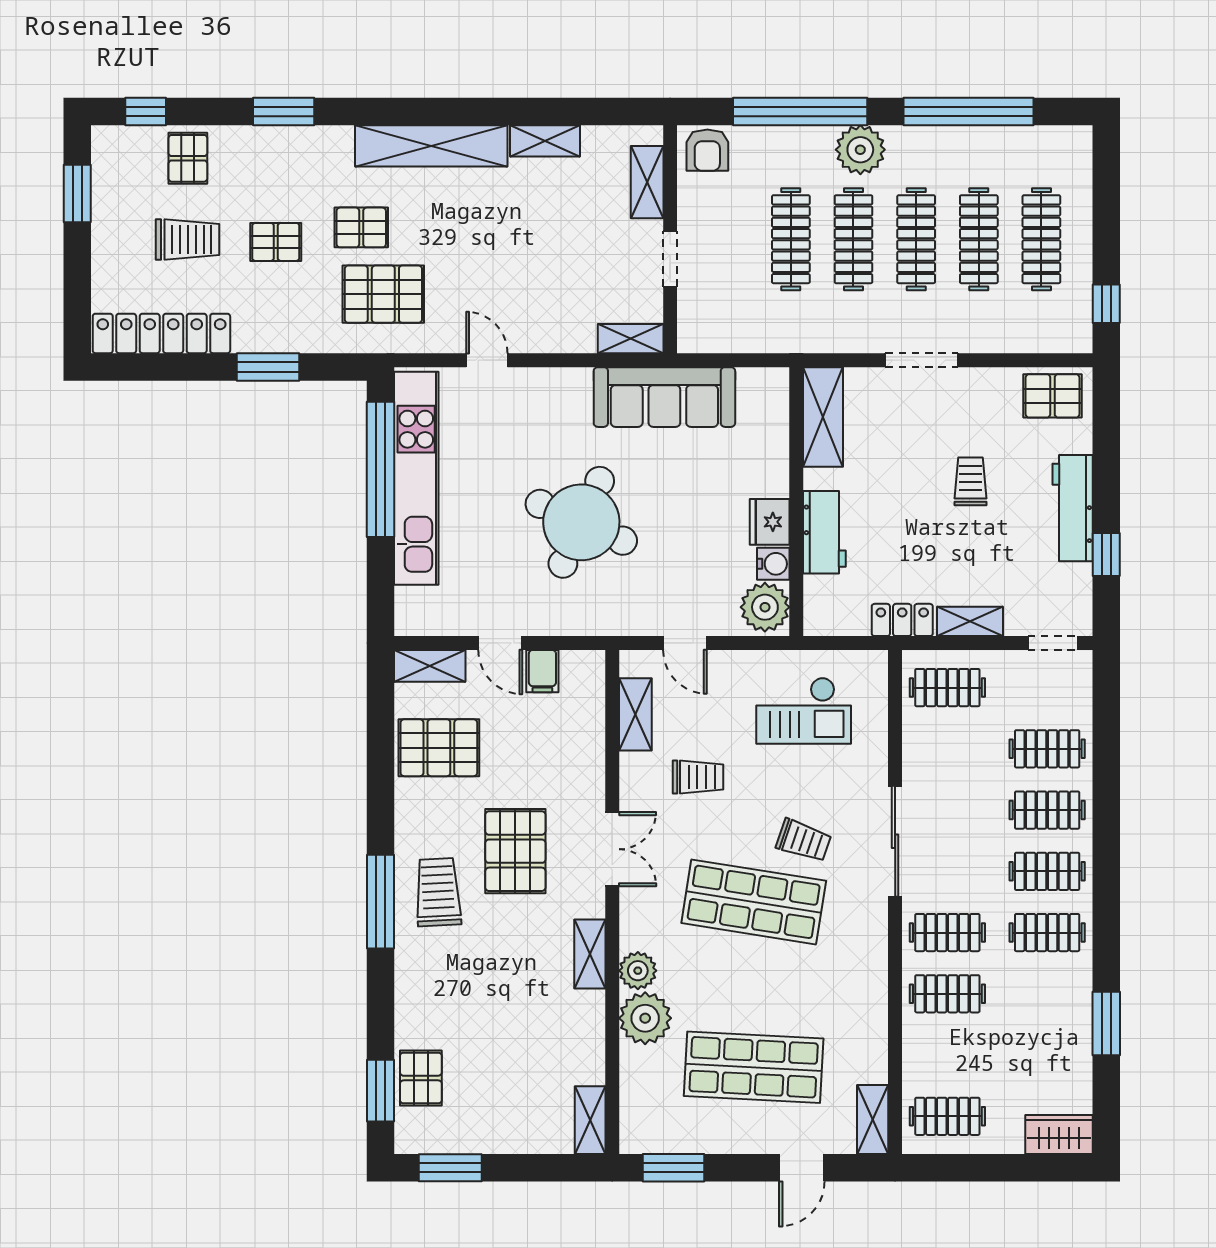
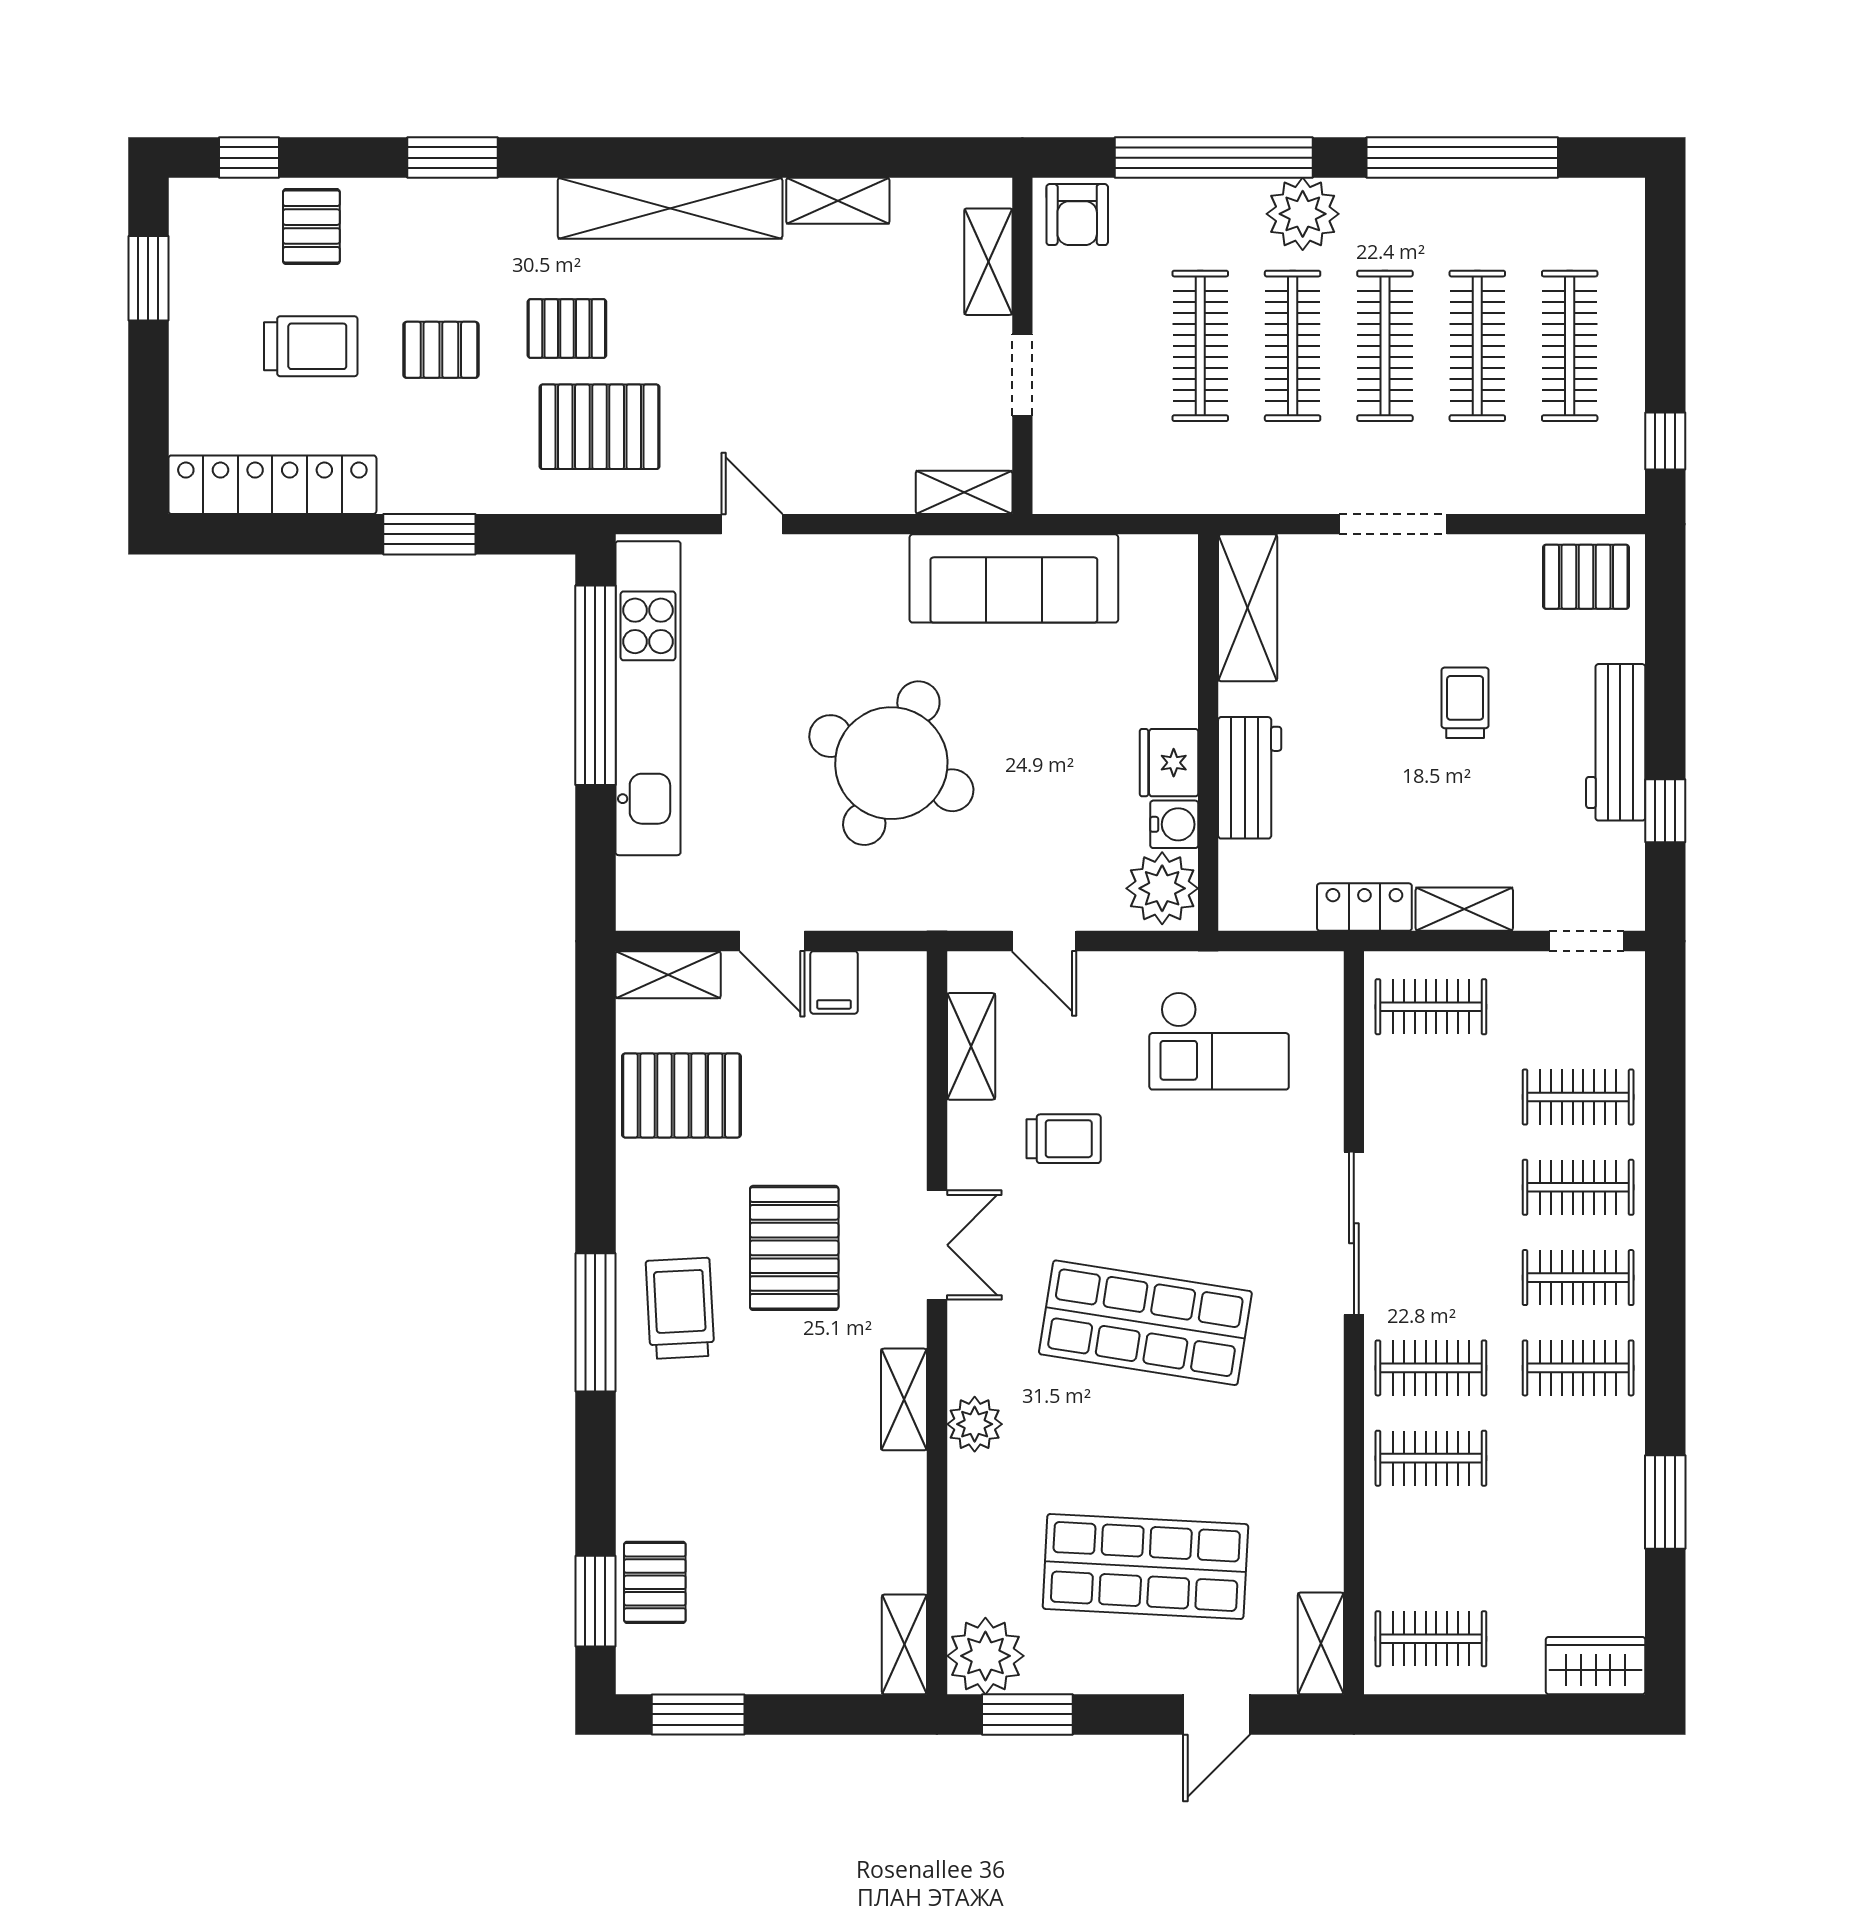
trolley: (804, 841) -> (1219, 1232), removed
plant: (645, 1018) -> (985, 1656), moved

